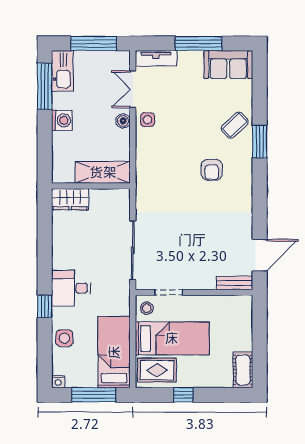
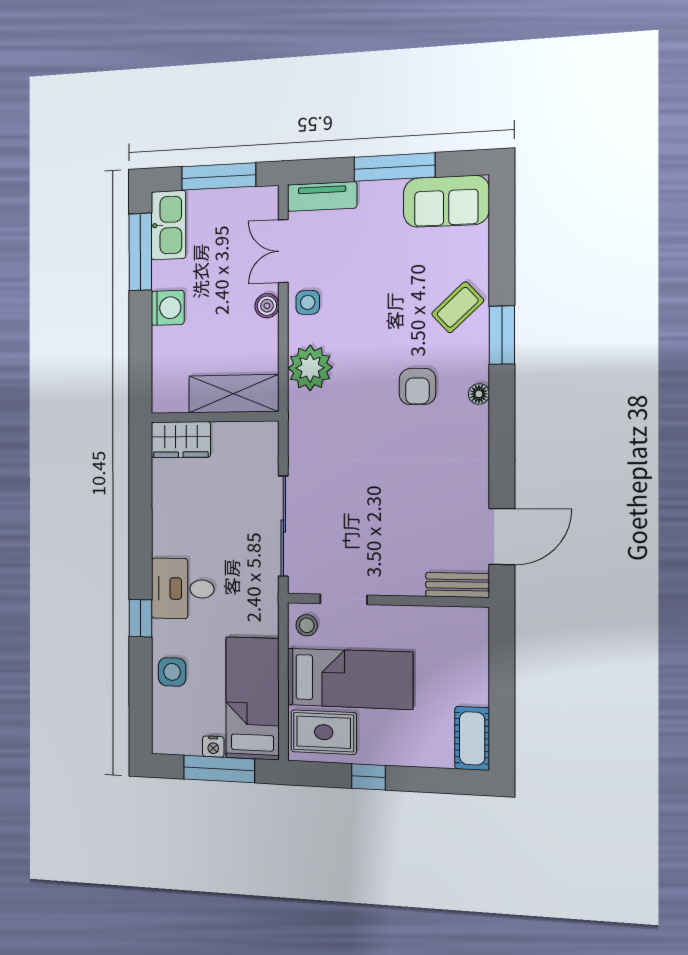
plant: (149, 158) -> (310, 368), added
floor lamp: (247, 175) -> (479, 394), added
nightstand: (58, 382) -> (213, 747), moved

